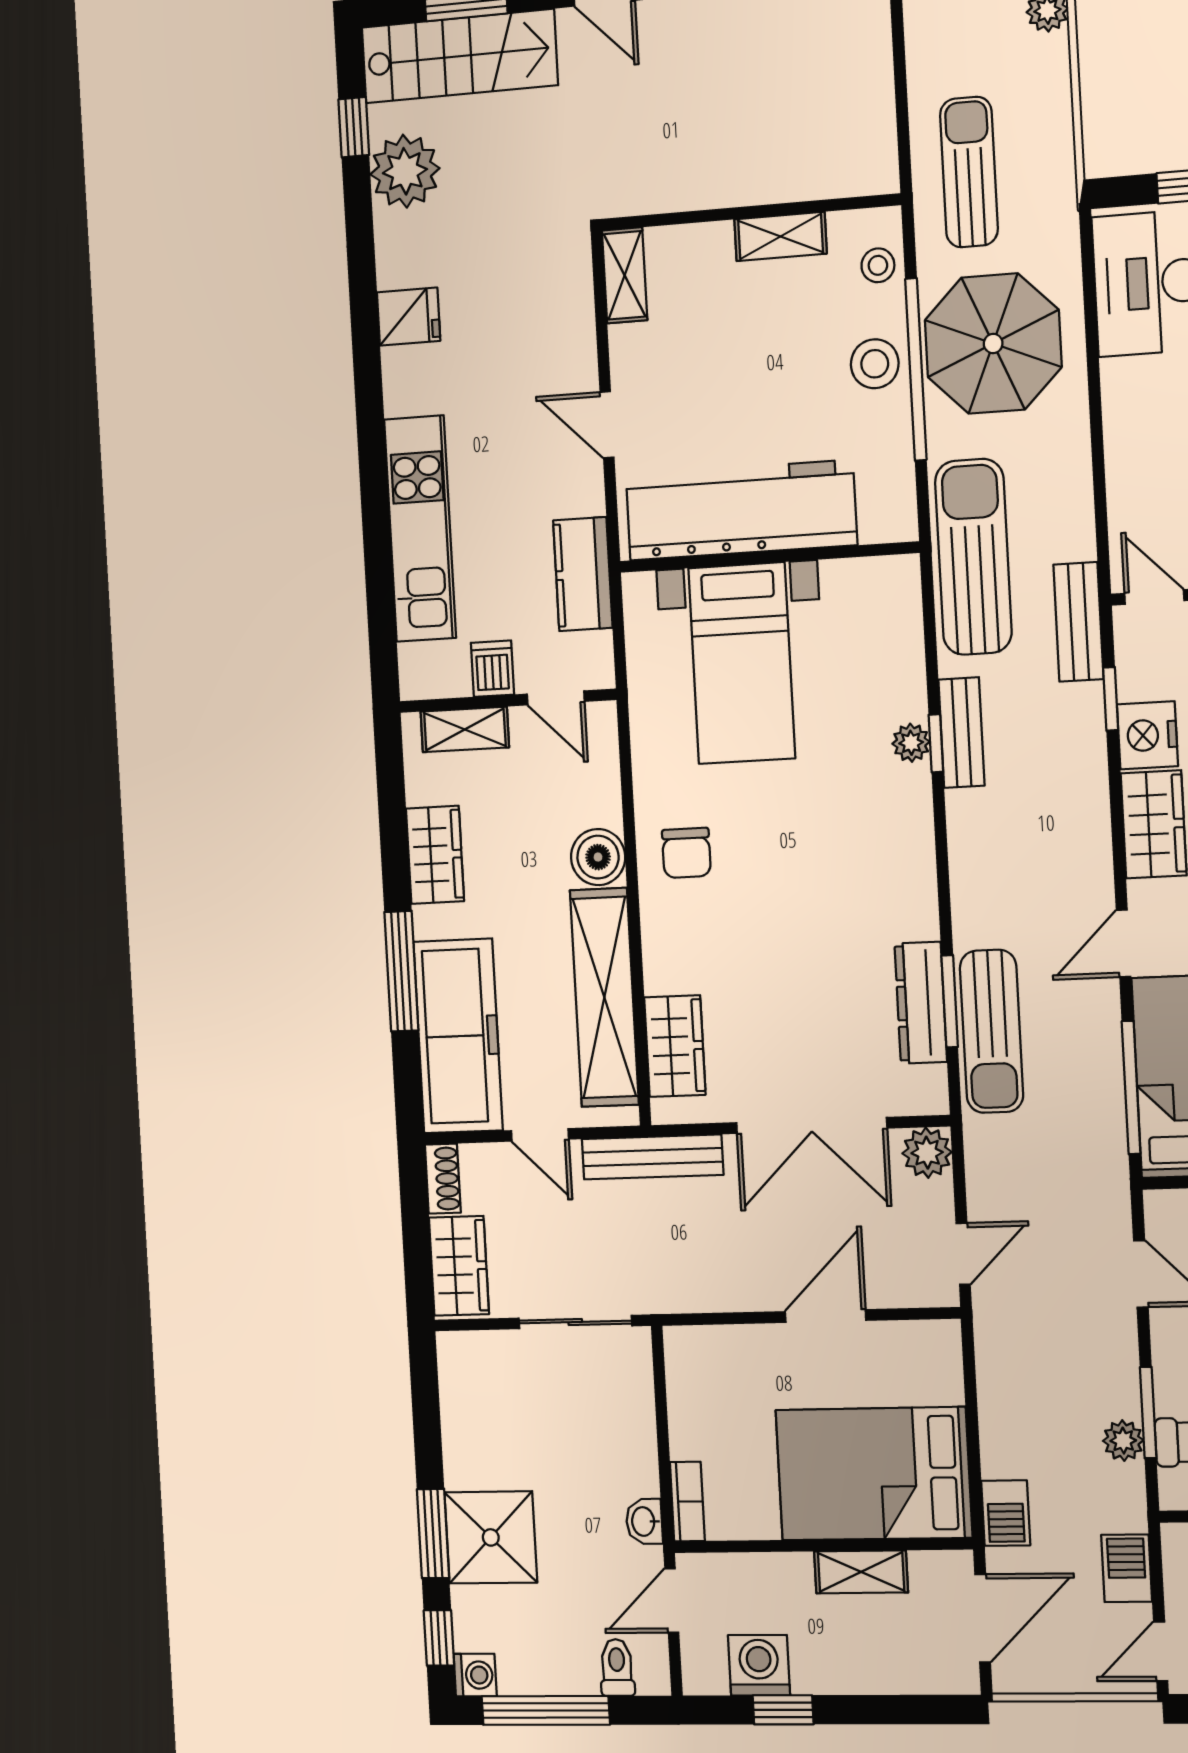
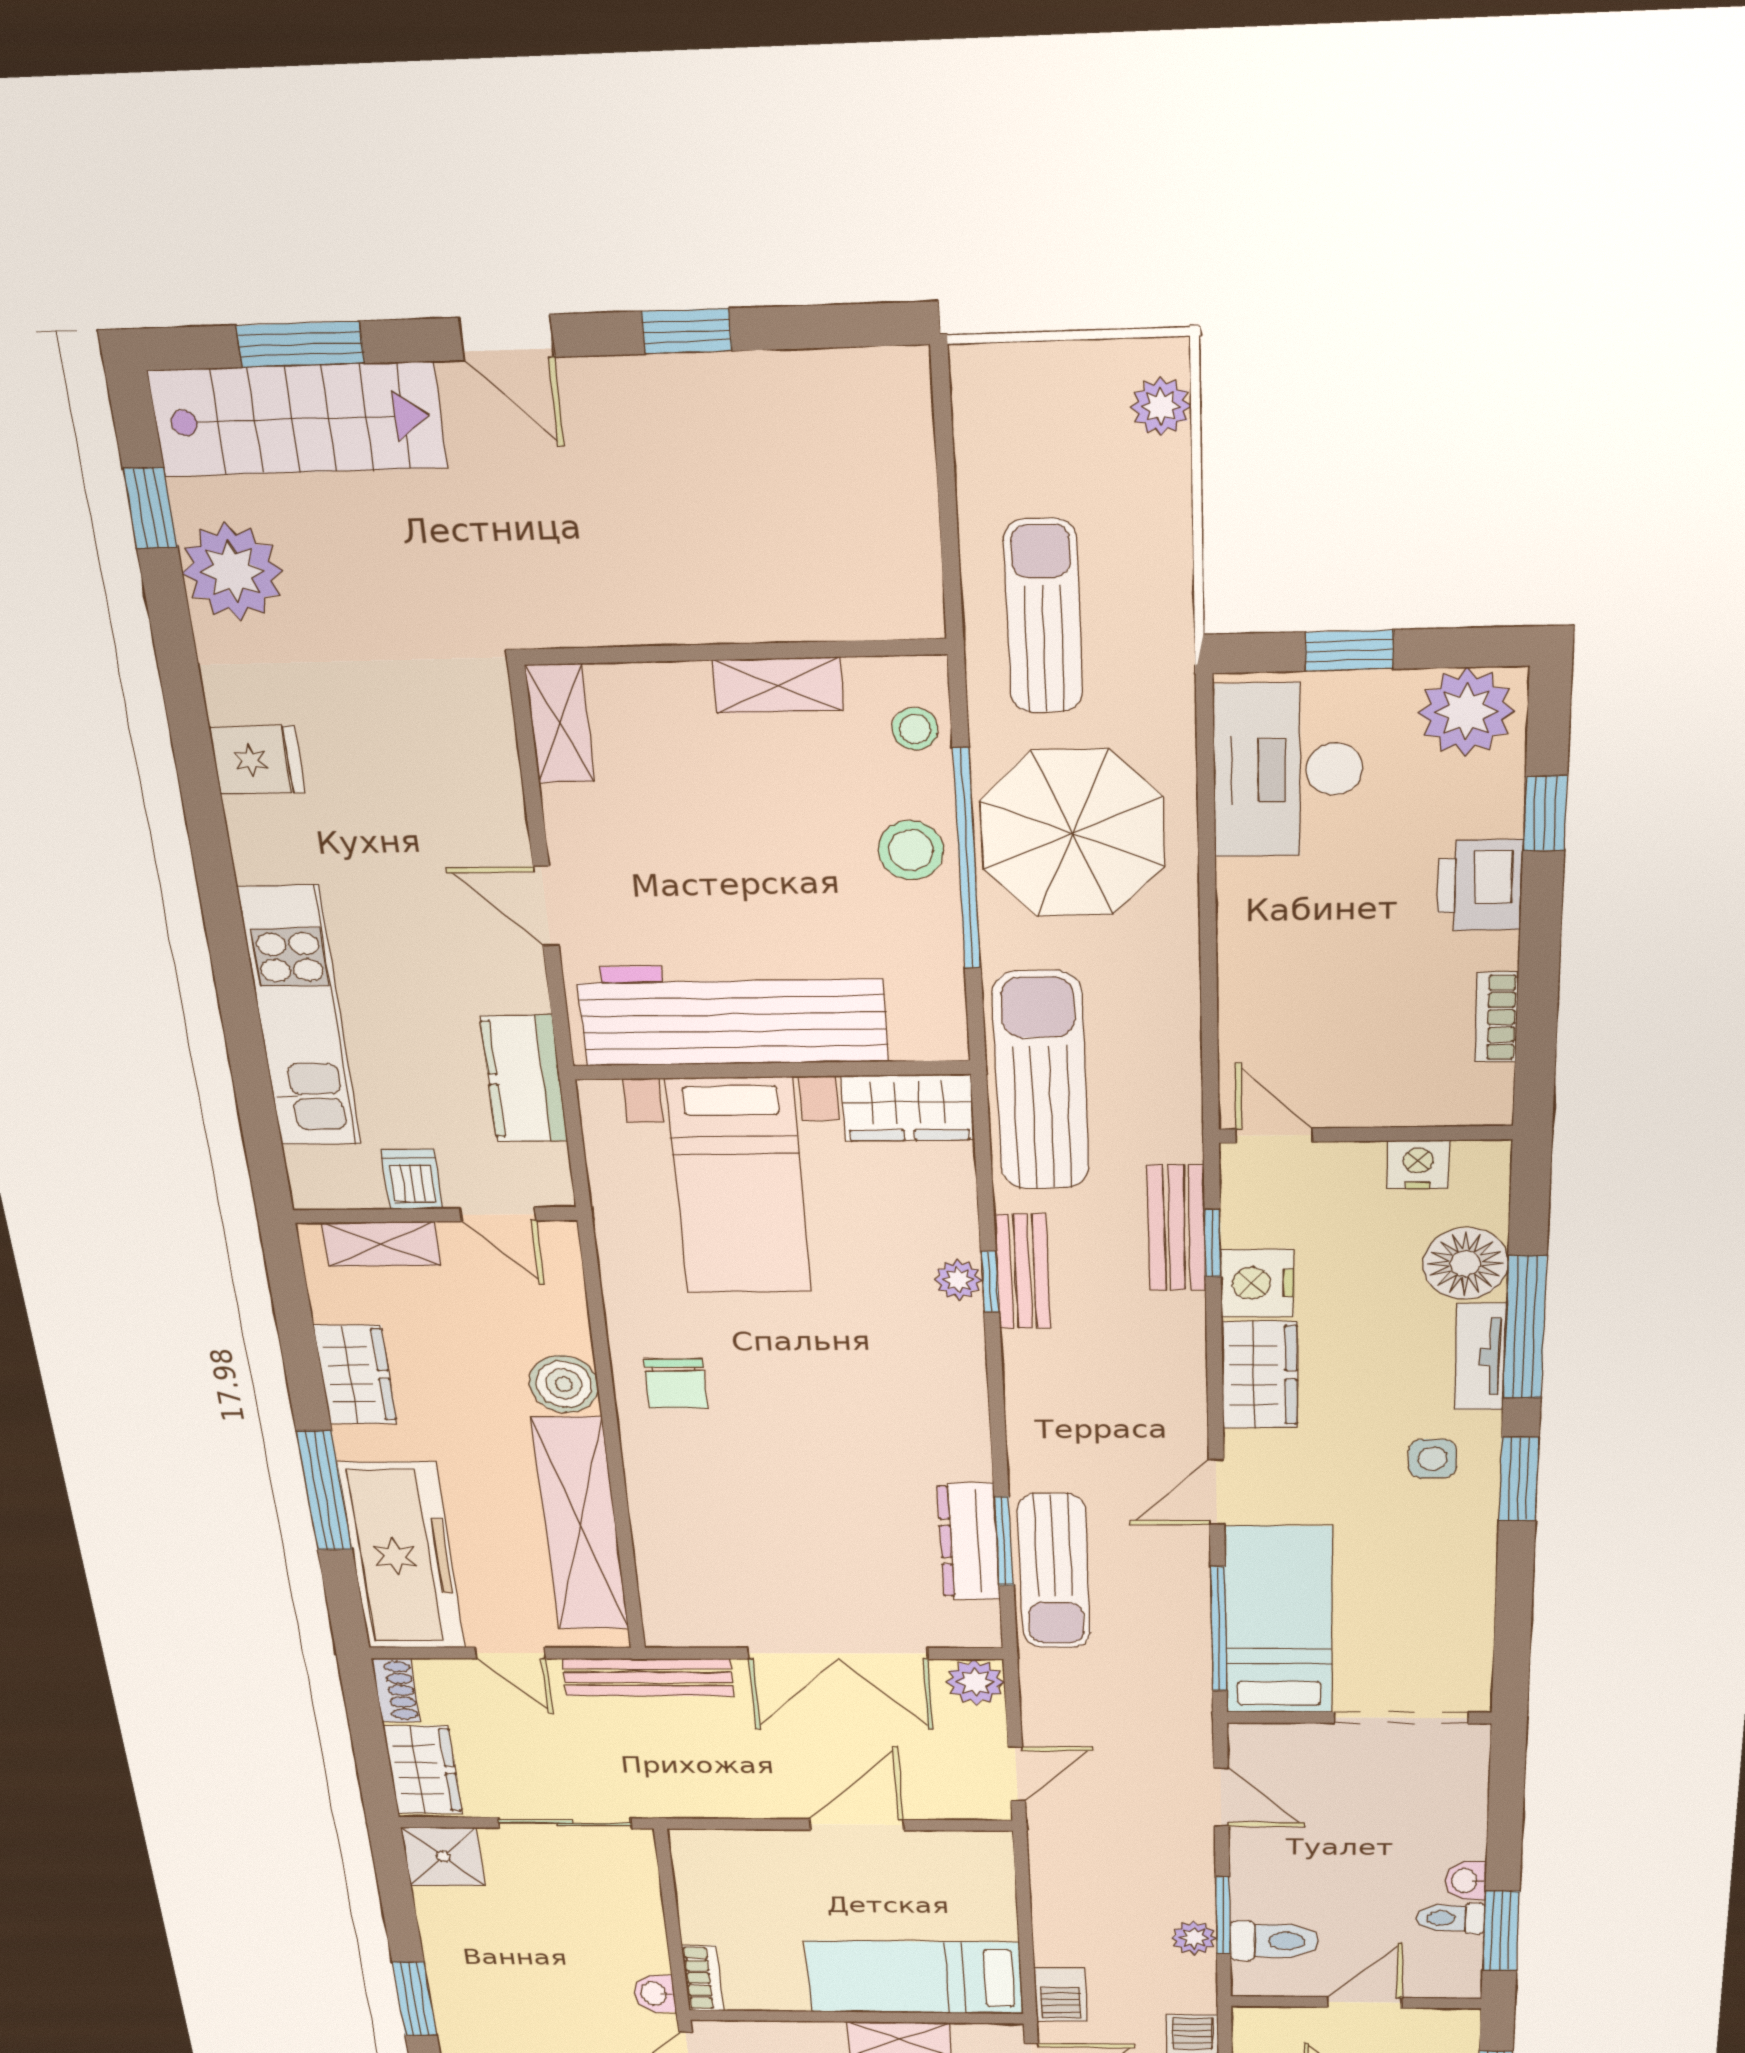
bench: (1078, 622) -> (1177, 1228), moved
wardrobe: (675, 1046) -> (908, 1108), moved, turned 90
bed: (874, 1474) -> (914, 1977), width x0.67
shower: (491, 1537) -> (443, 1857), moved, width x0.73, depth x0.73

